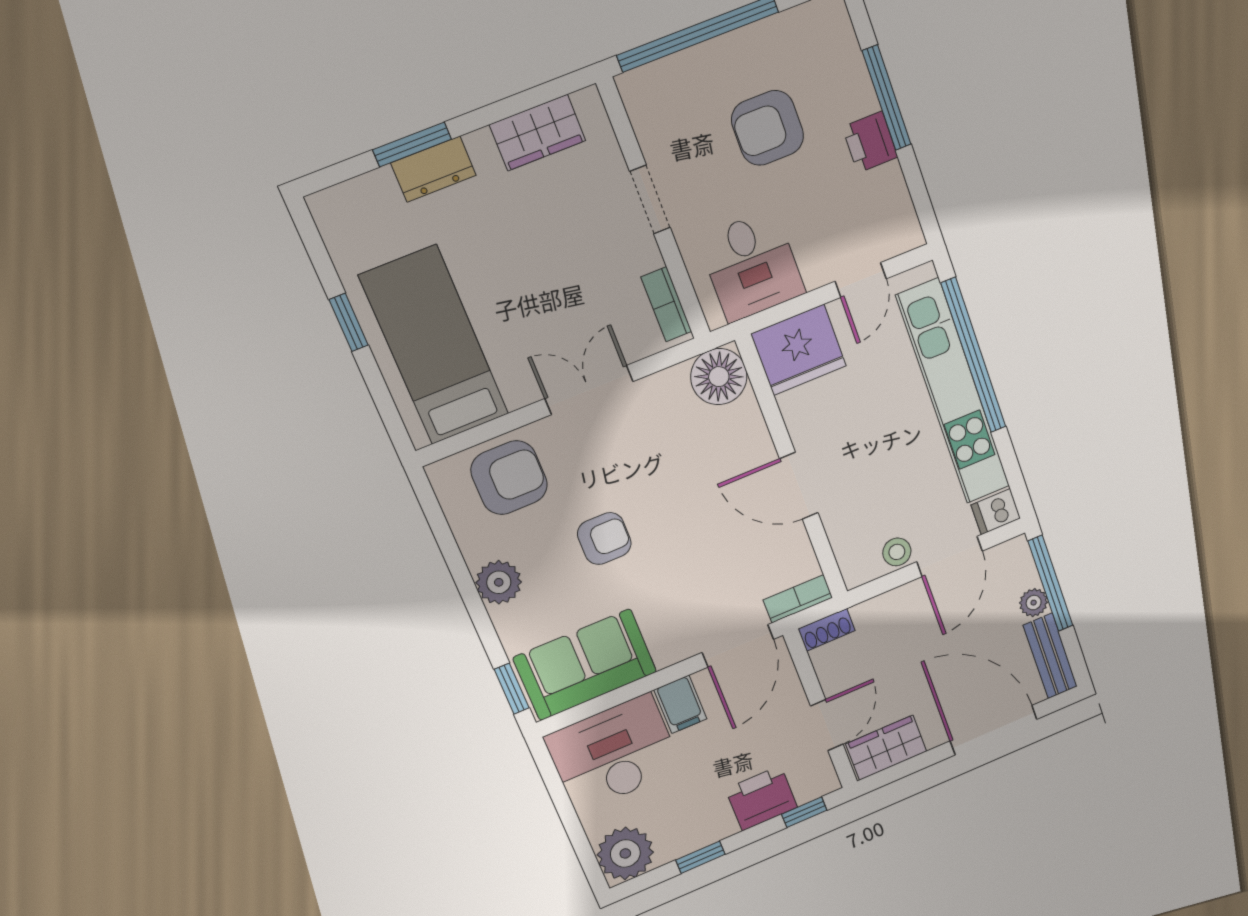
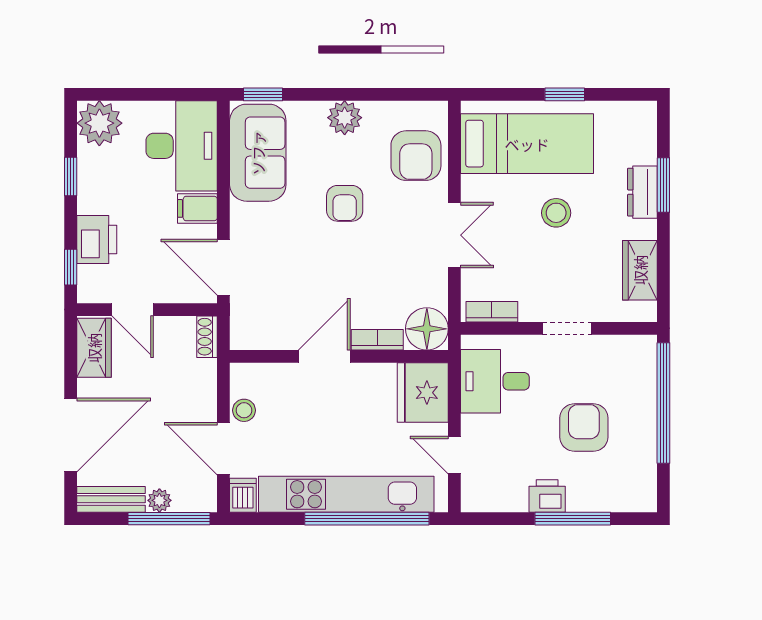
stool: (508, 272) -> (556, 213), added
bookcase: (798, 599) -> (377, 340), moved, turned -90

